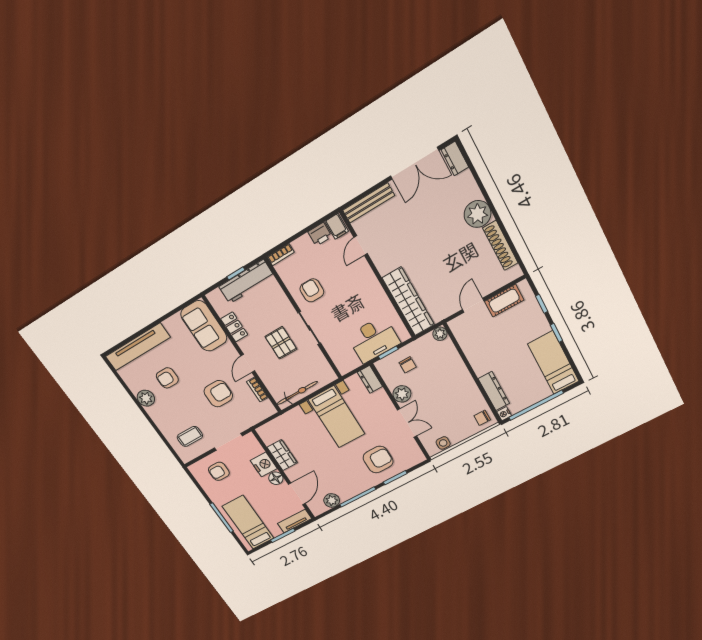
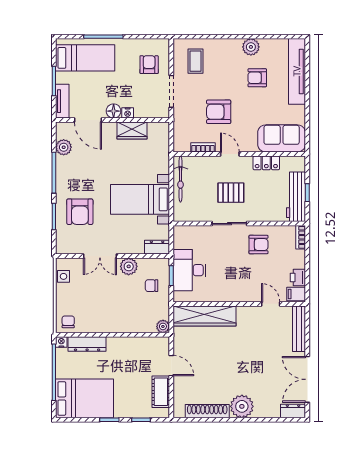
bed: (553, 363) -> (85, 398), width x1.50
armchair: (167, 378) -> (257, 78), turned -90
armchair: (218, 394) -> (219, 112), turned 90
nightstand: (264, 465) -> (128, 113), width x0.53, depth x0.56

